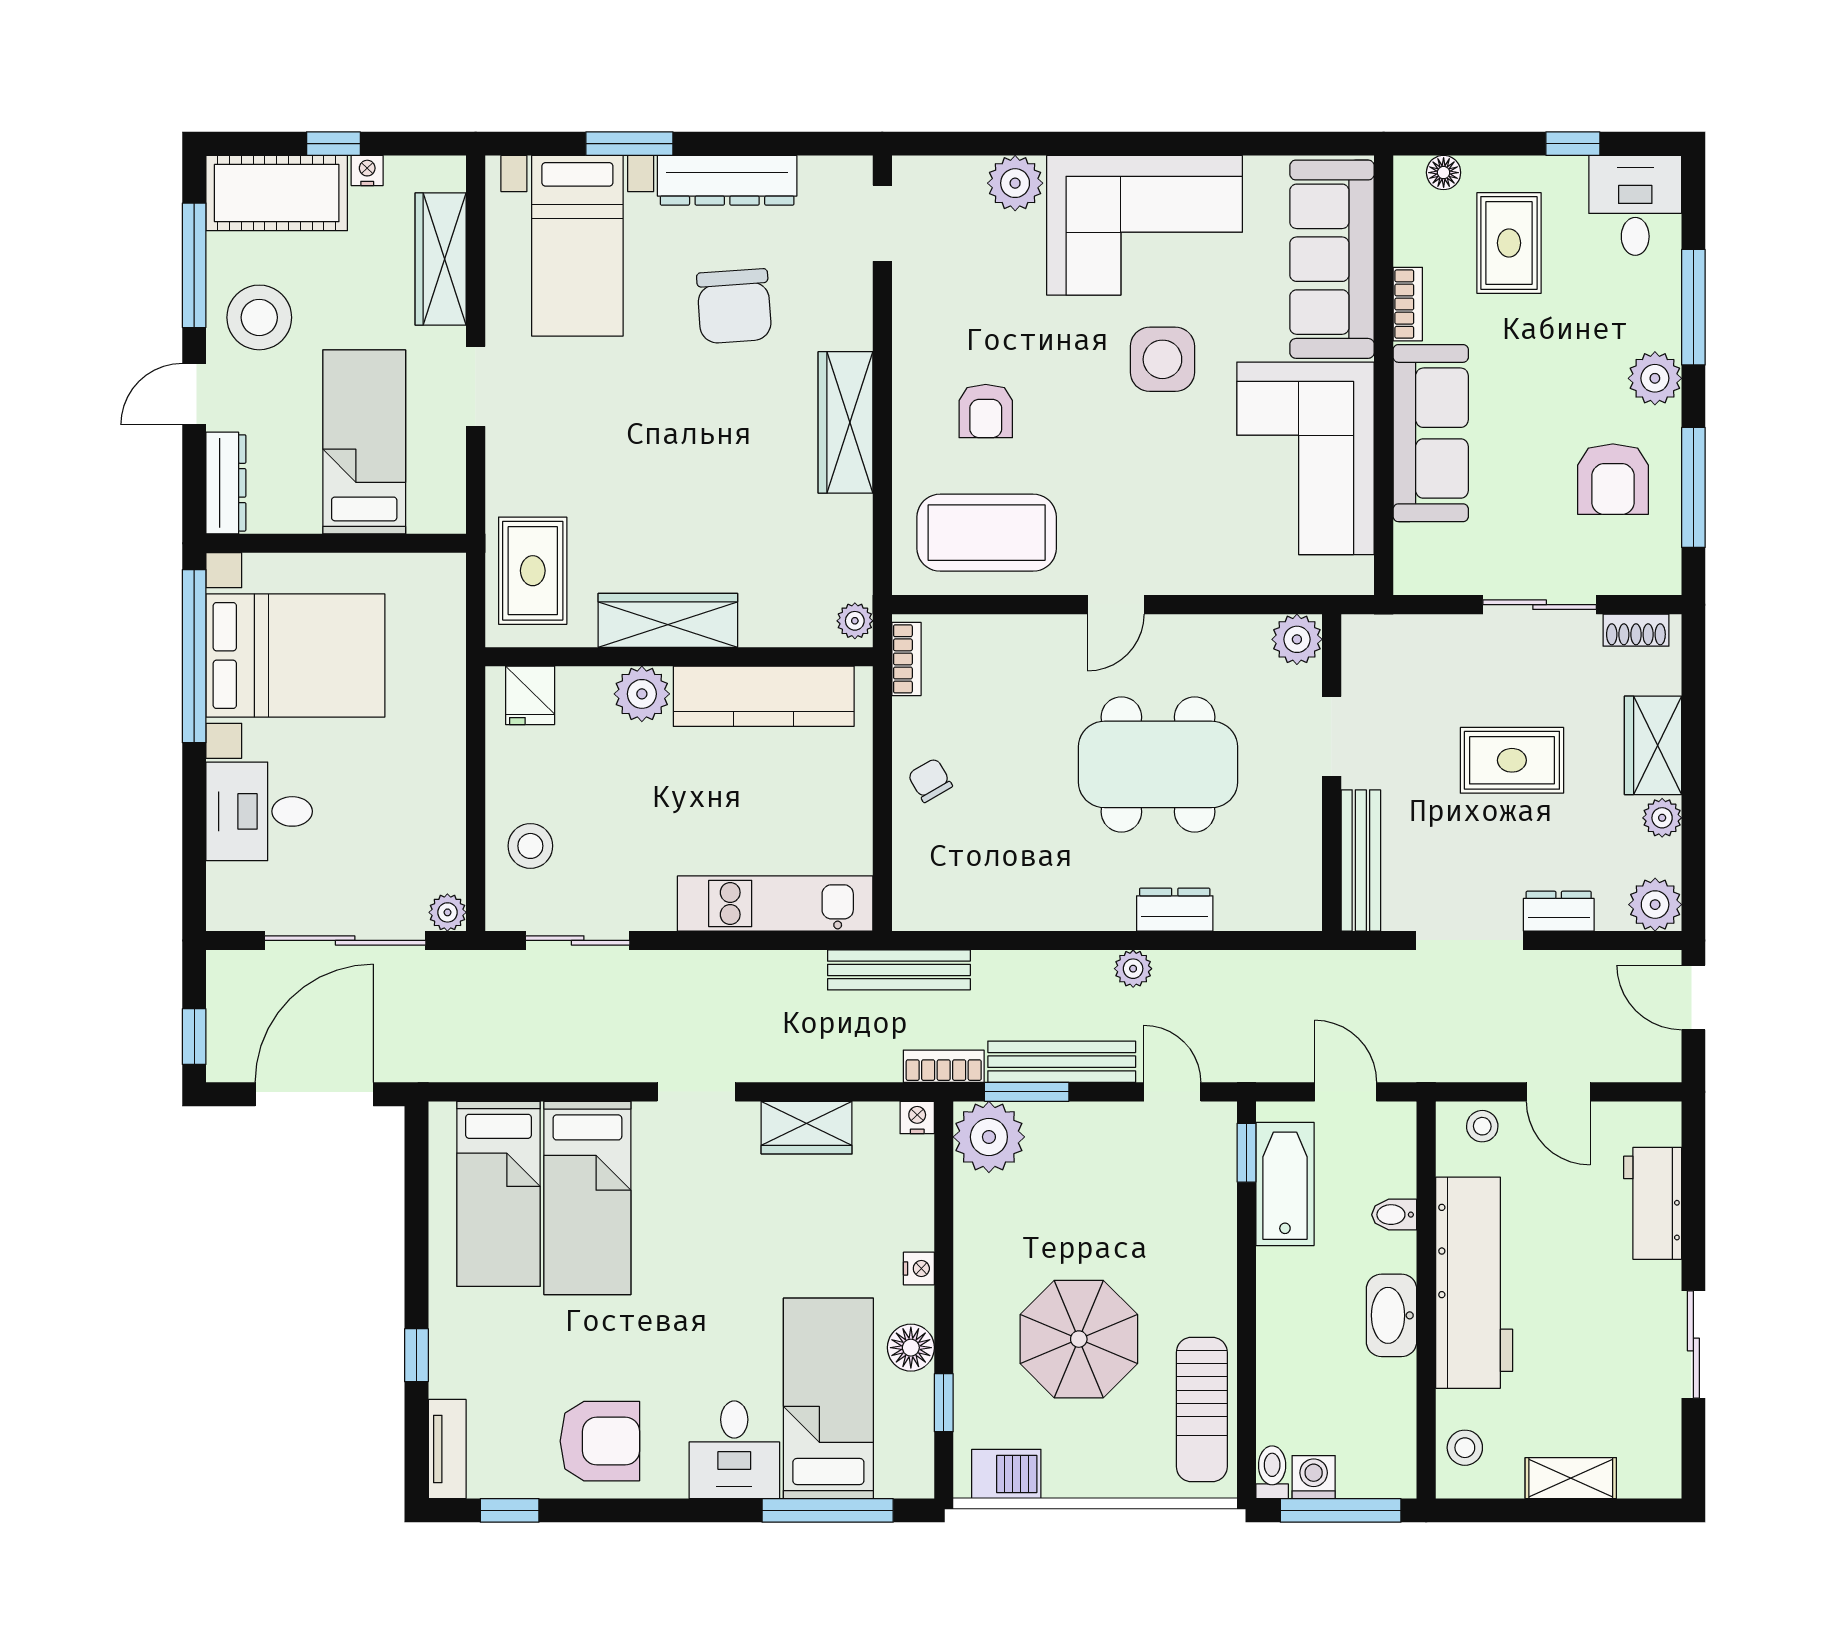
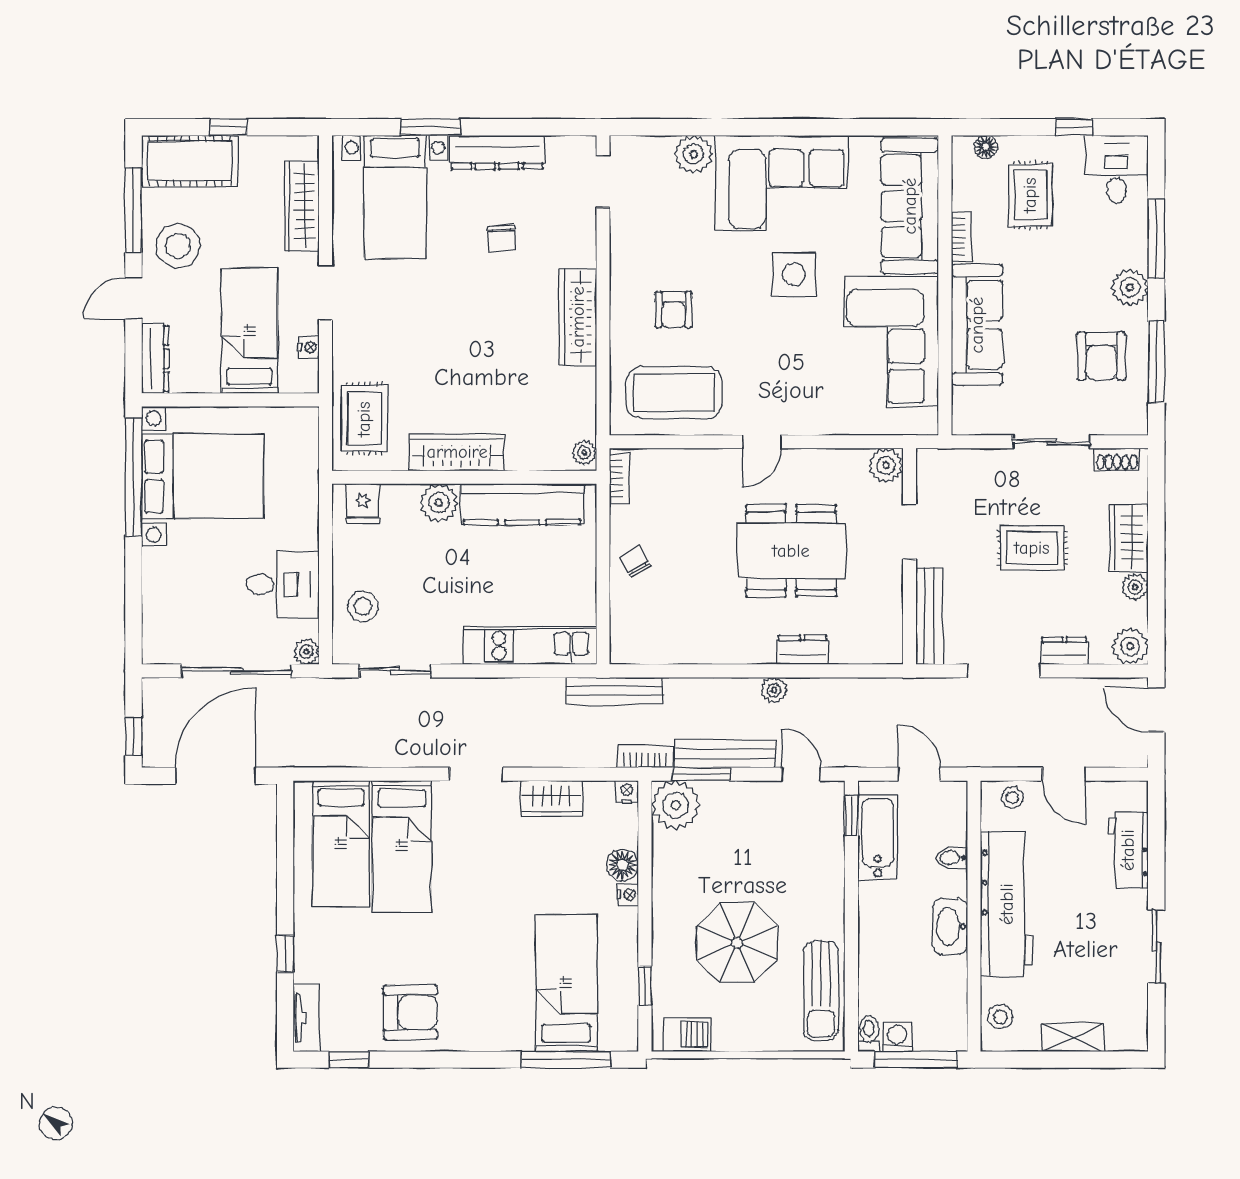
nightstand: (367, 170) -> (309, 347), moved, turned 90
chair: (734, 306) -> (502, 238), width x0.54, depth x0.54
desk: (259, 811) -> (283, 584), moved, turned 180
floor lamp: (911, 1348) -> (622, 865), moved
desk: (734, 1450) -> (502, 1018), removed

